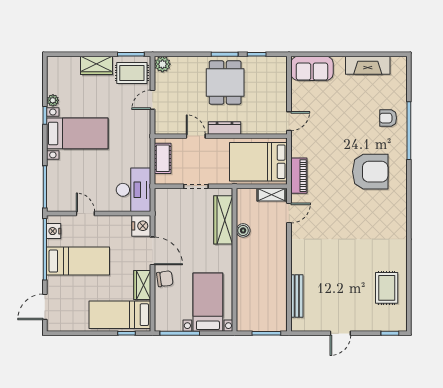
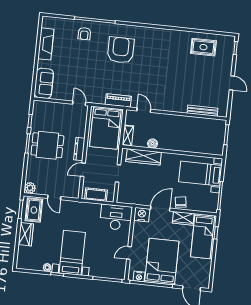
shelving: (271, 195) -> (128, 136), moved
bed: (78, 261) -> (162, 262), width x1.50

